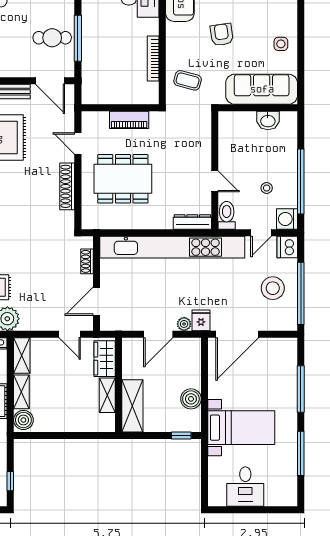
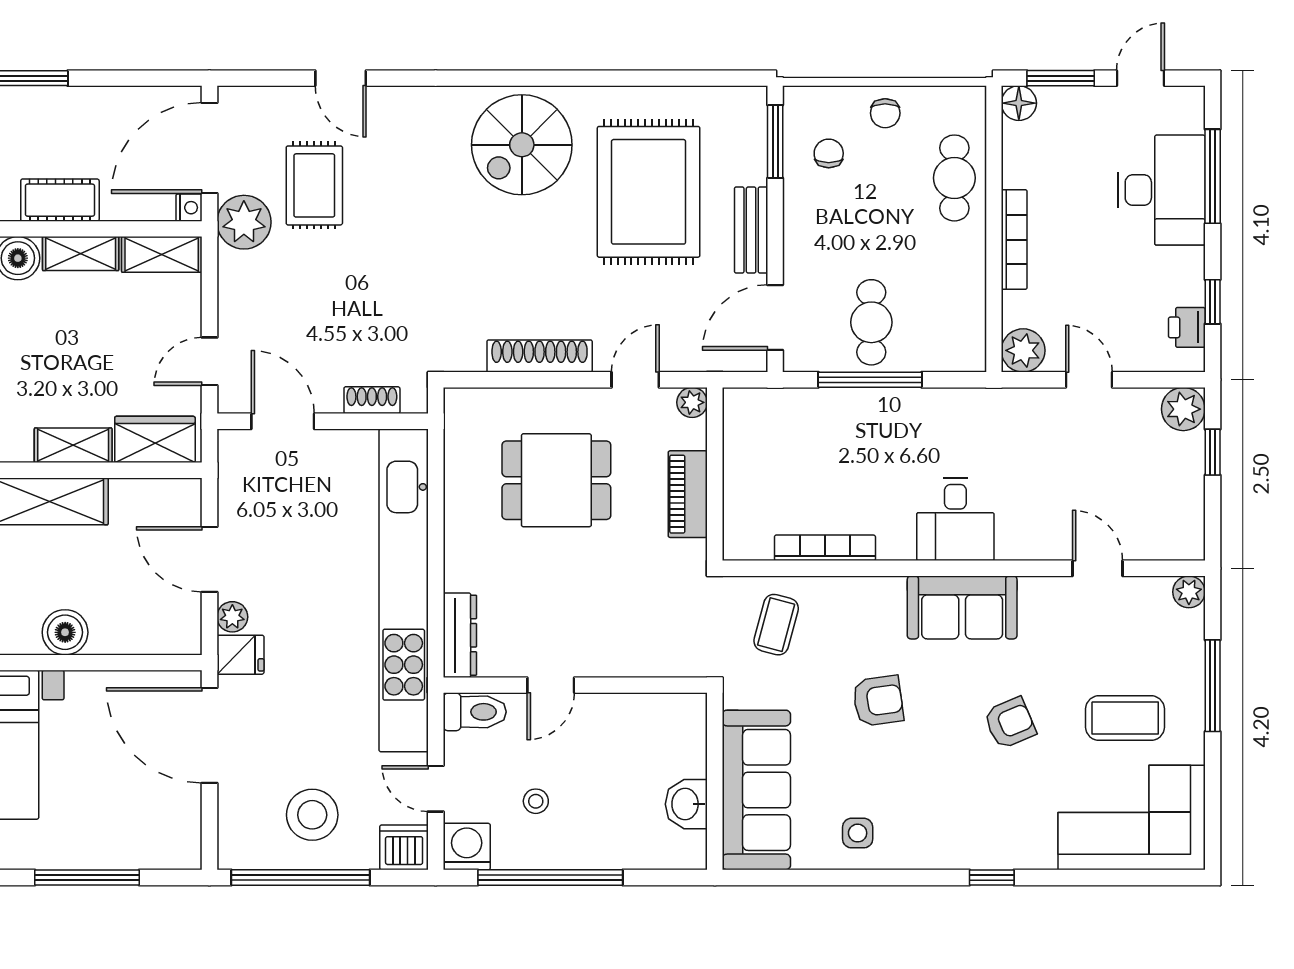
plant: (88, 118) -> (692, 402), added
dining table: (123, 179) -> (556, 480), width x0.73

